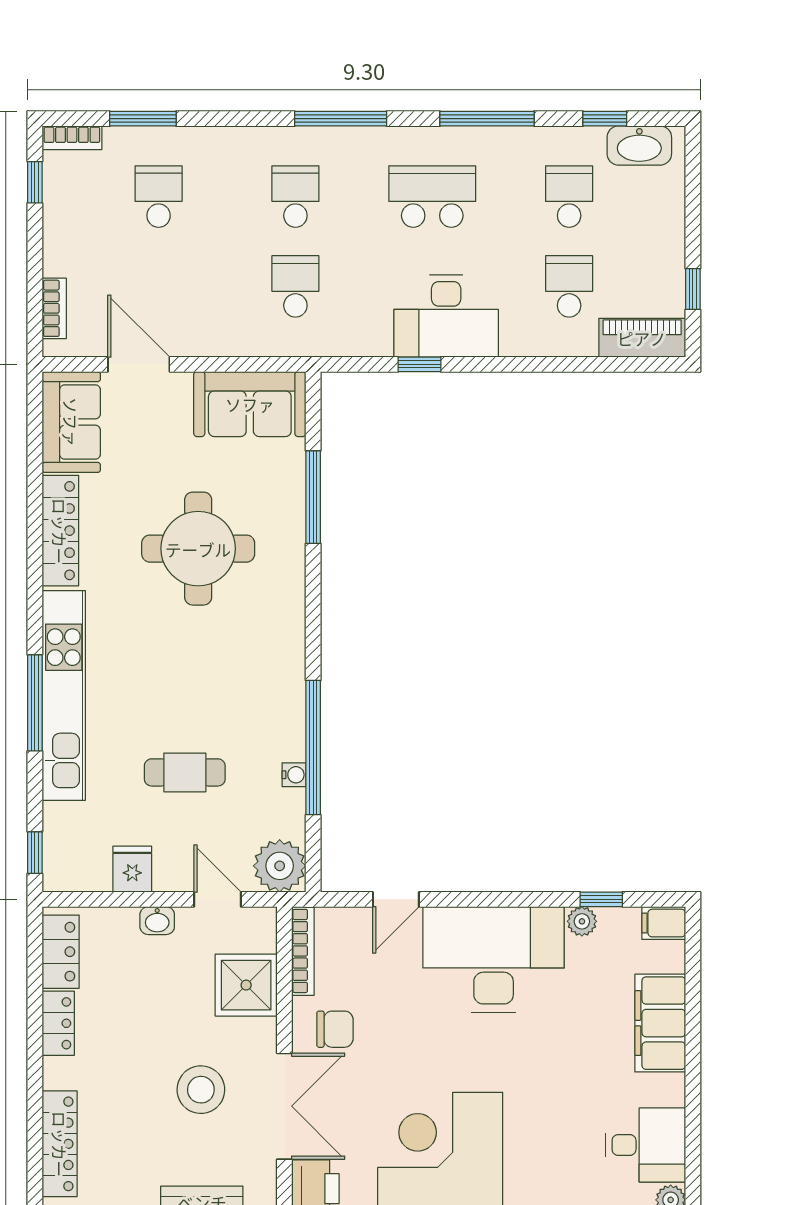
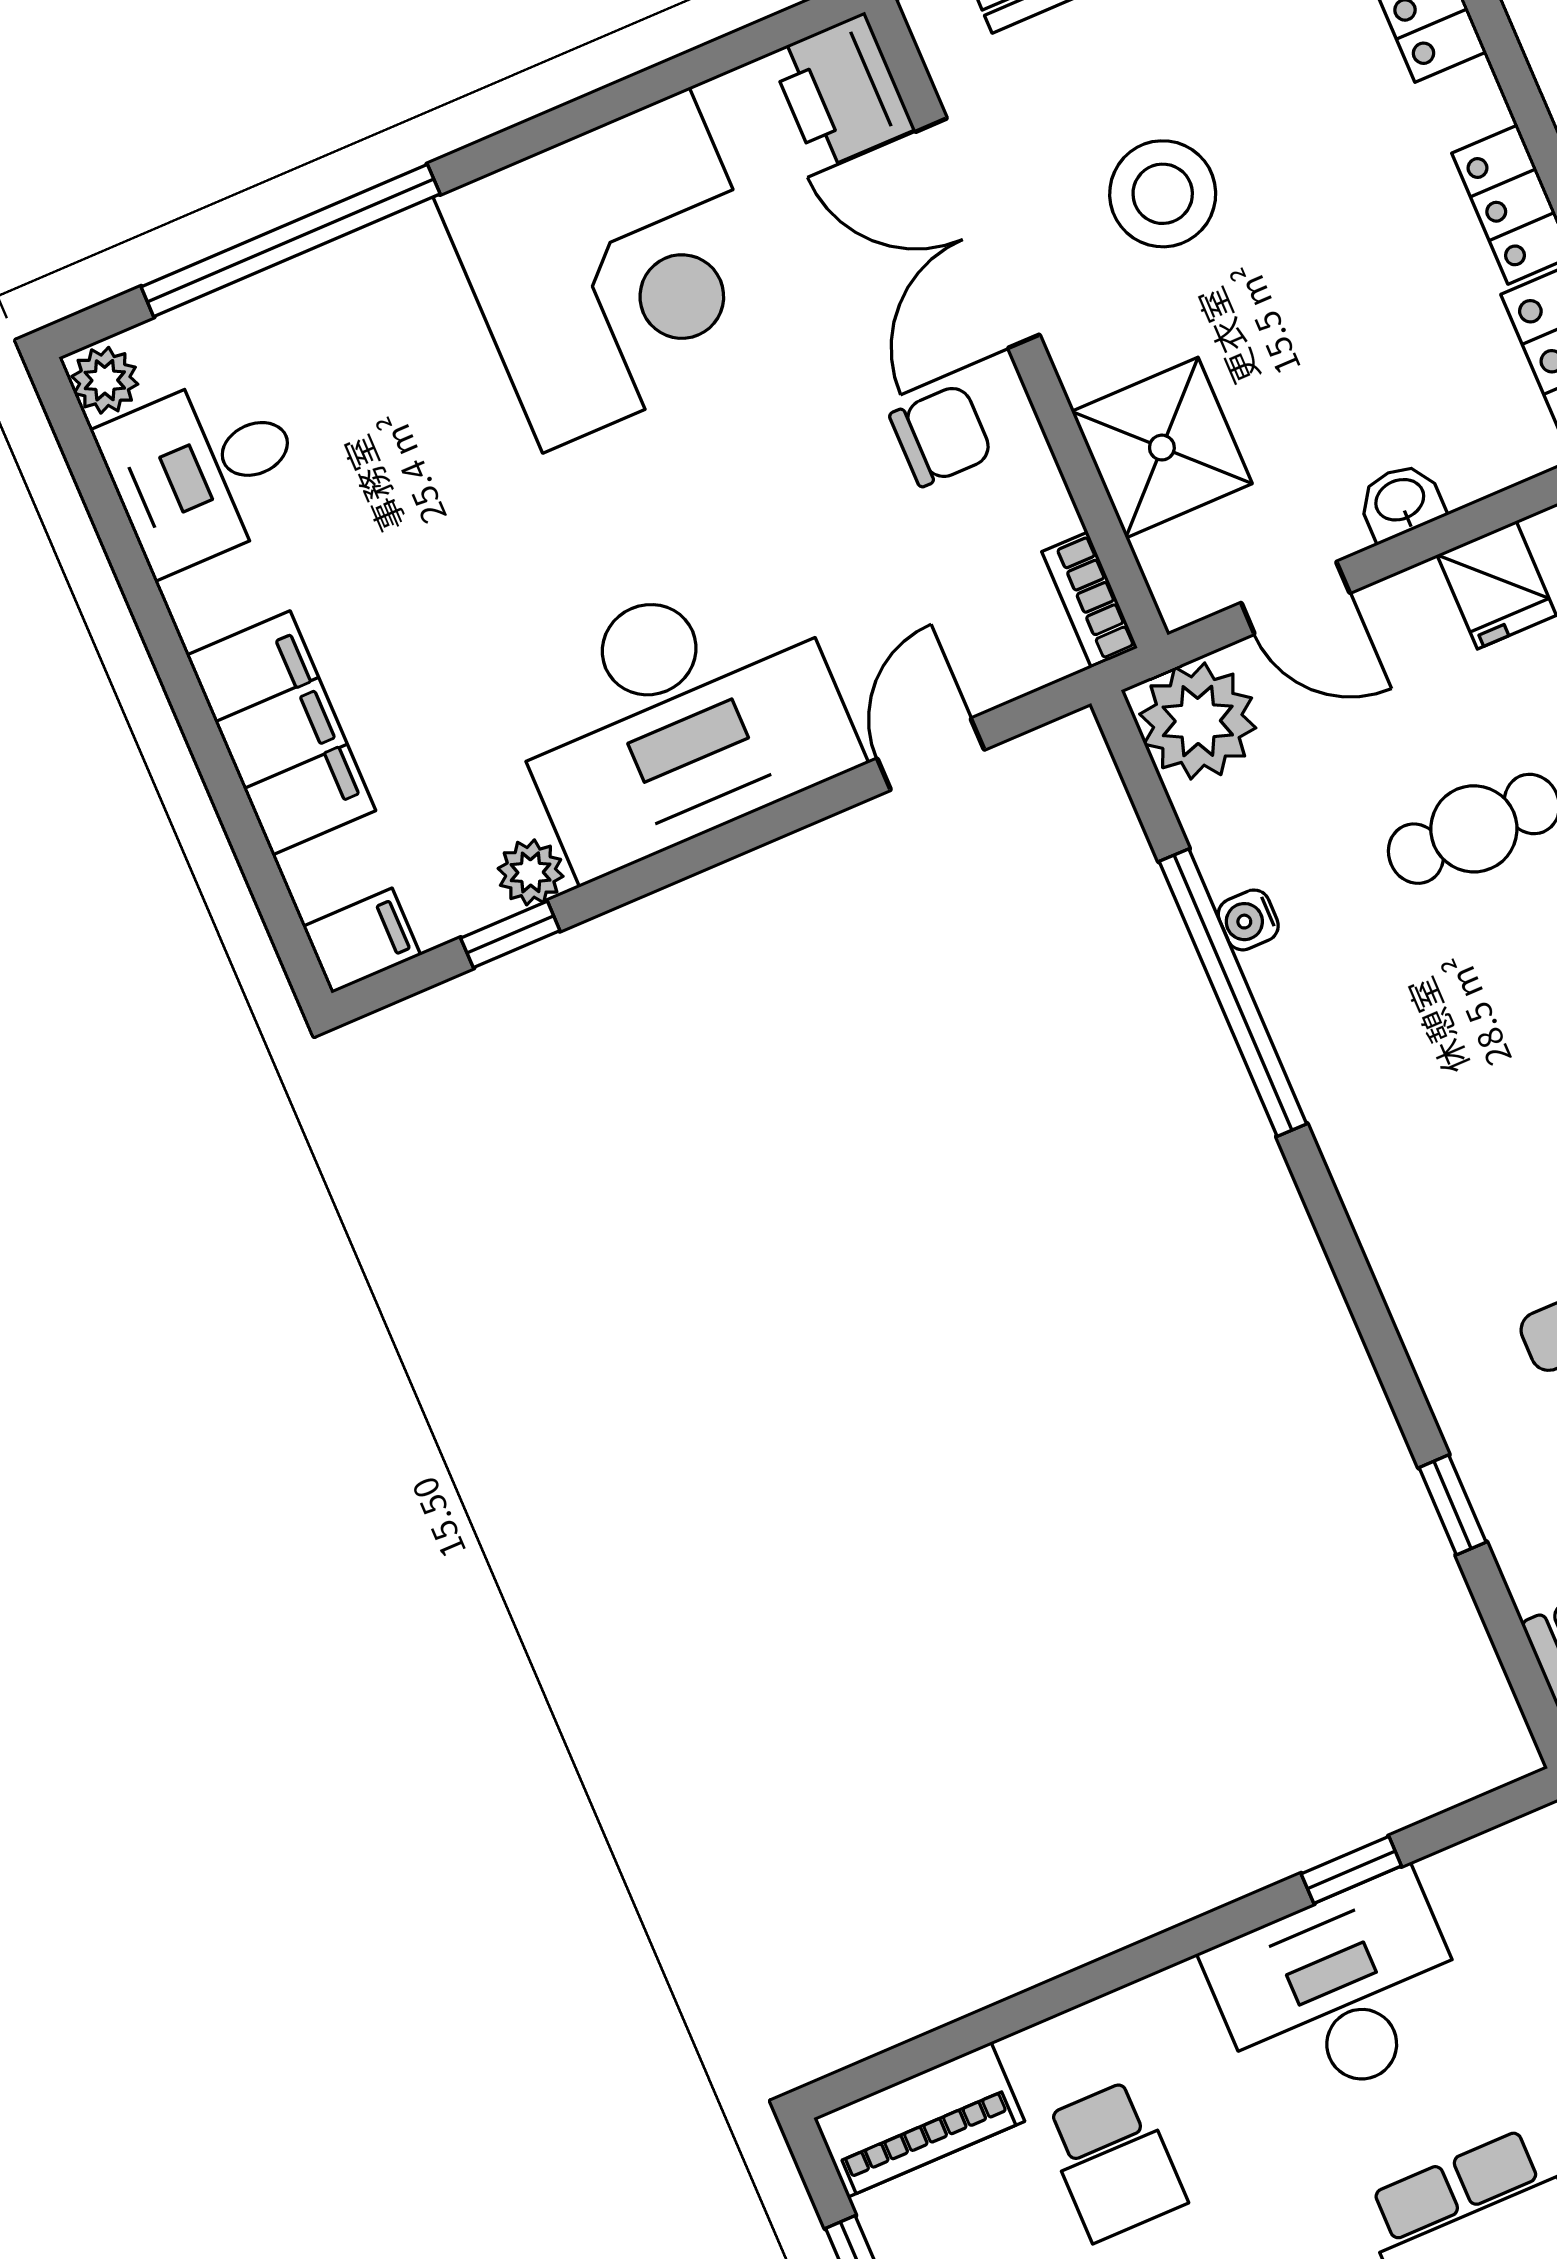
window: (313, 497) -> (1453, 1505), width x0.46
bookcase: (303, 951) -> (1090, 600), width x0.64
chair: (335, 1029) -> (941, 435), turned 180

